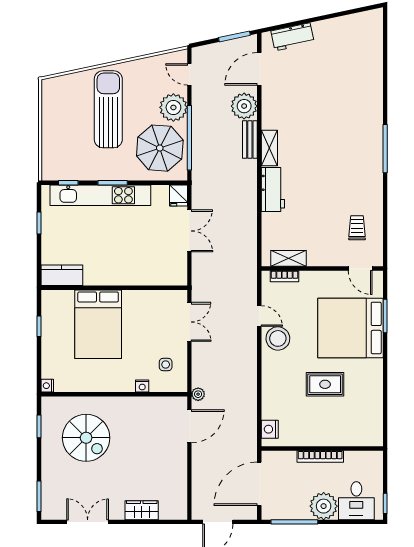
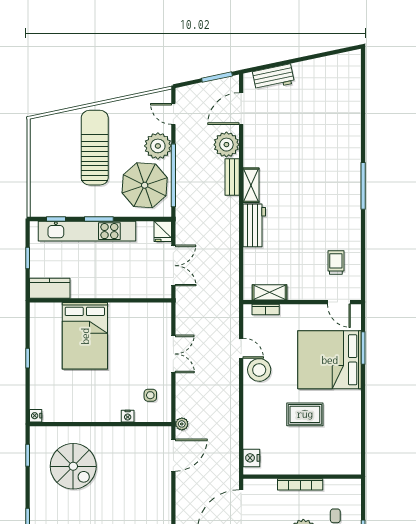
kitchen counter: (62, 275) -> (50, 288), moved
wall: (114, 288) -> (100, 300), moved
bed: (98, 324) -> (85, 336), moved

